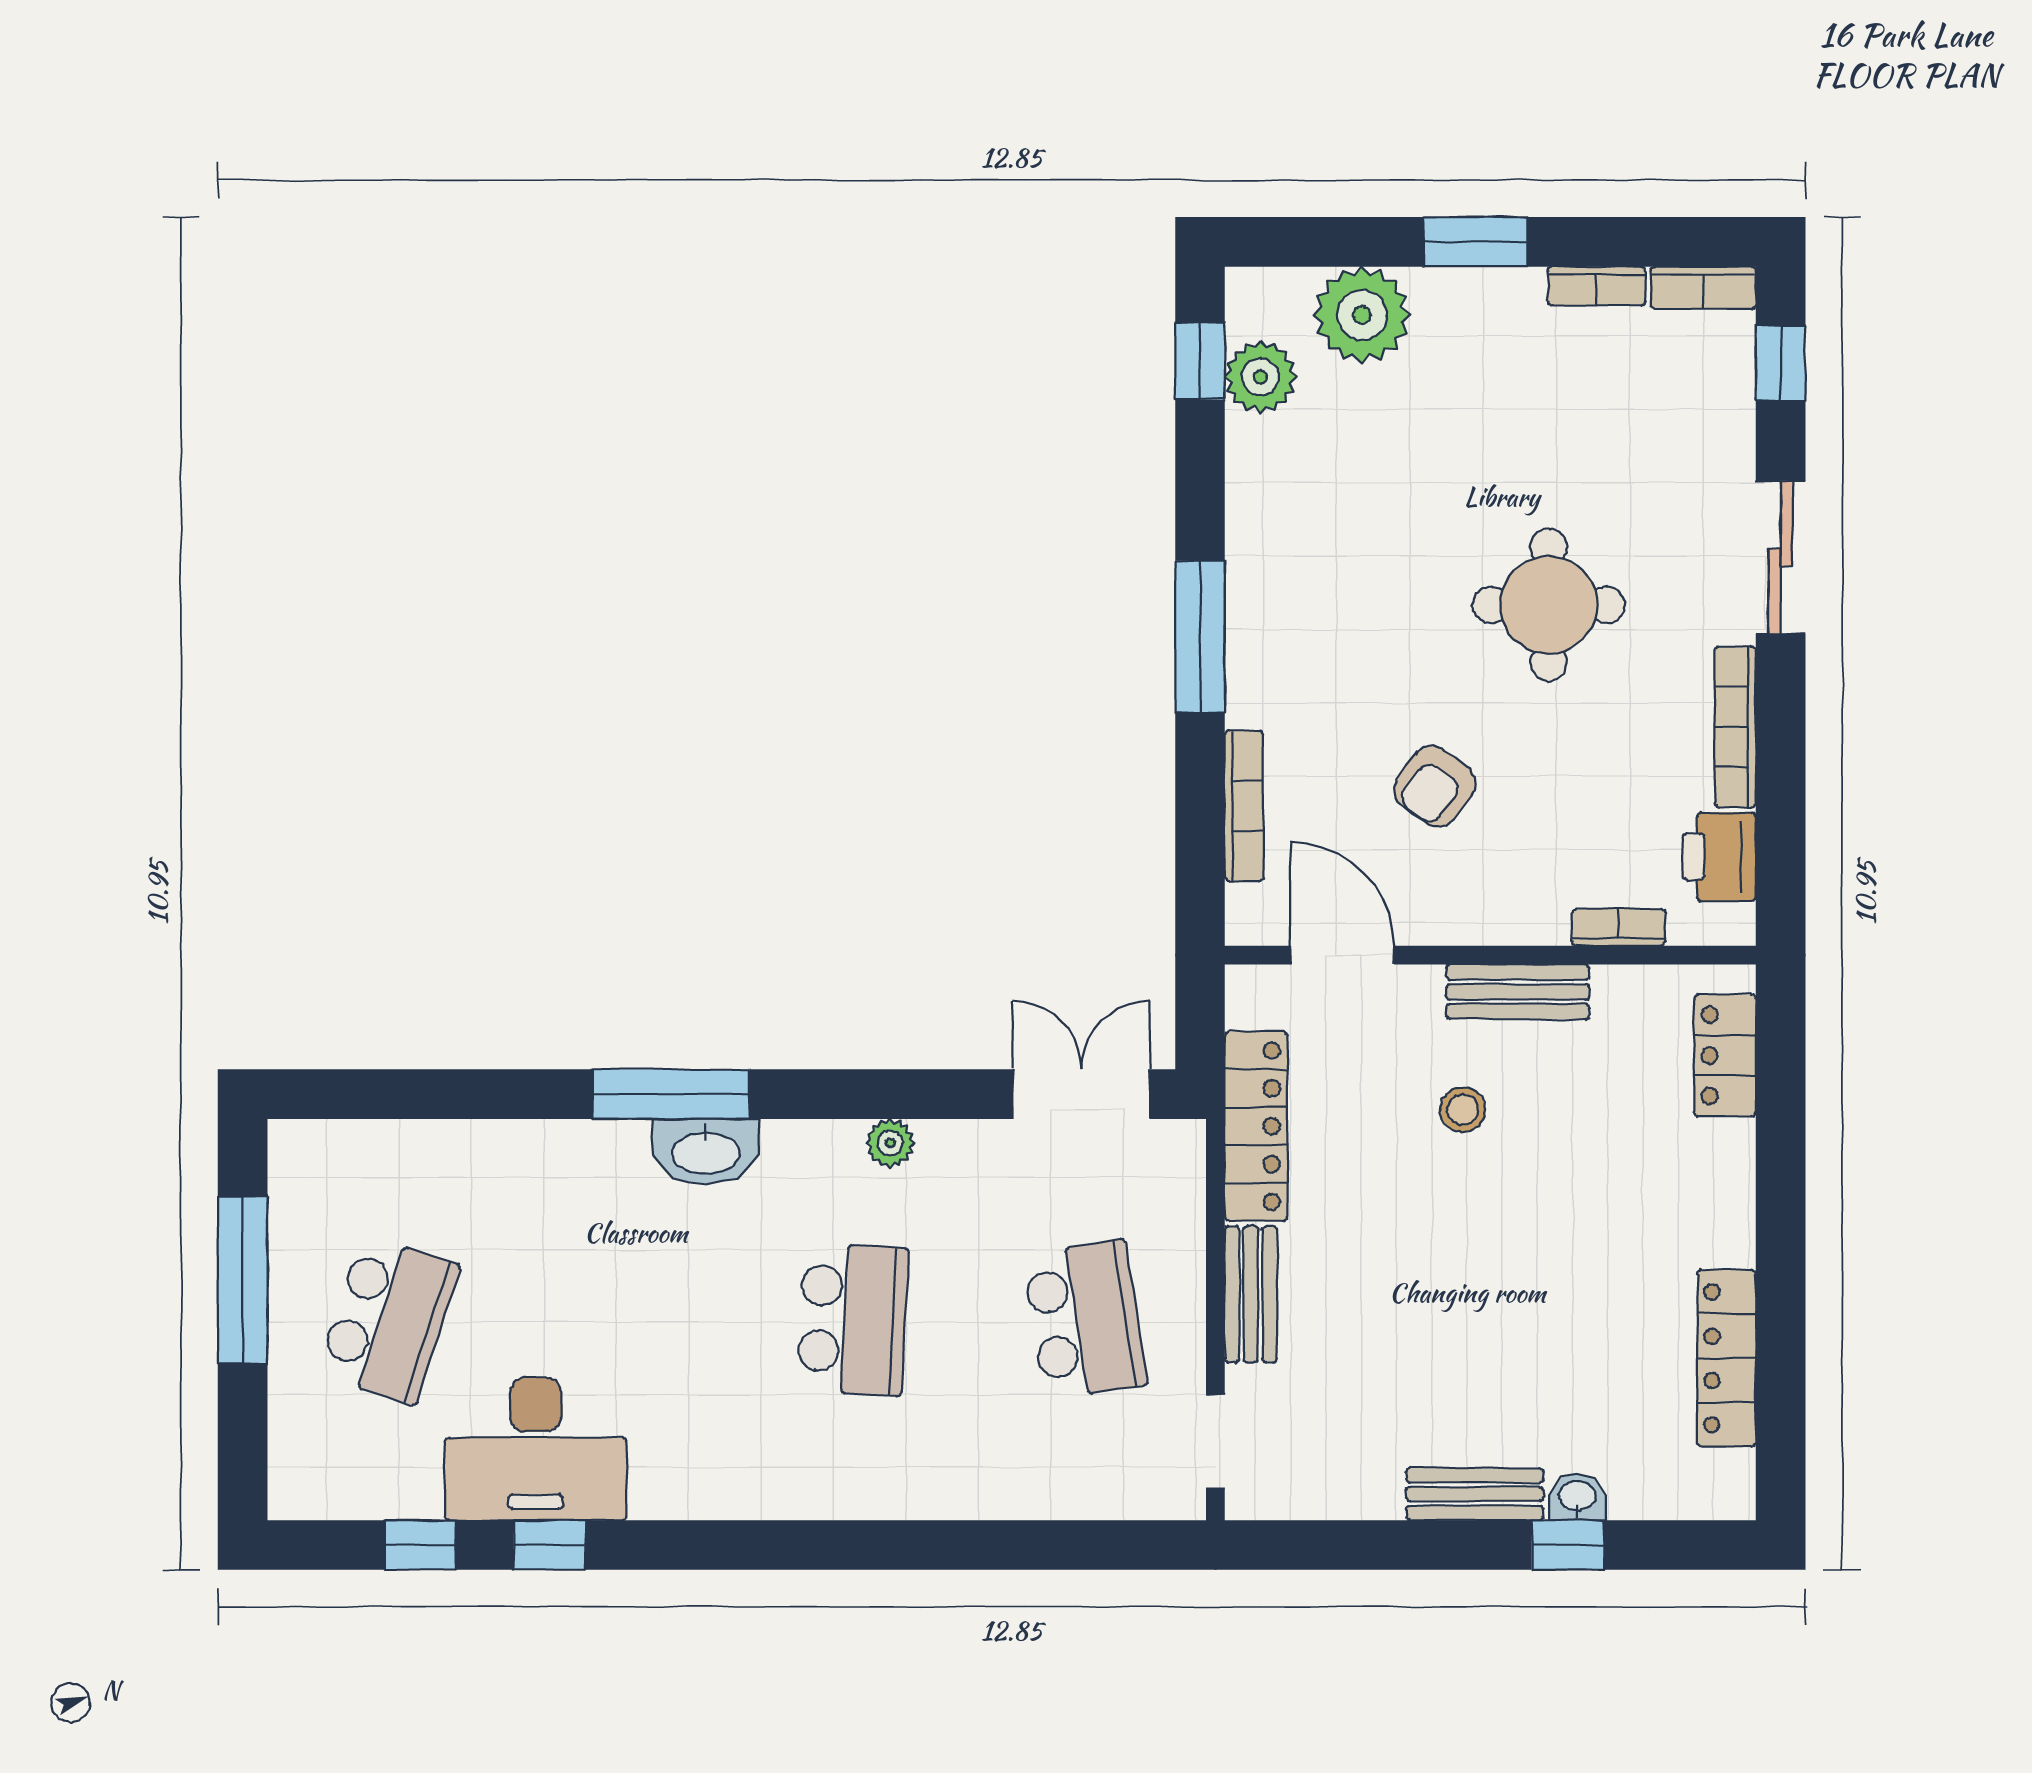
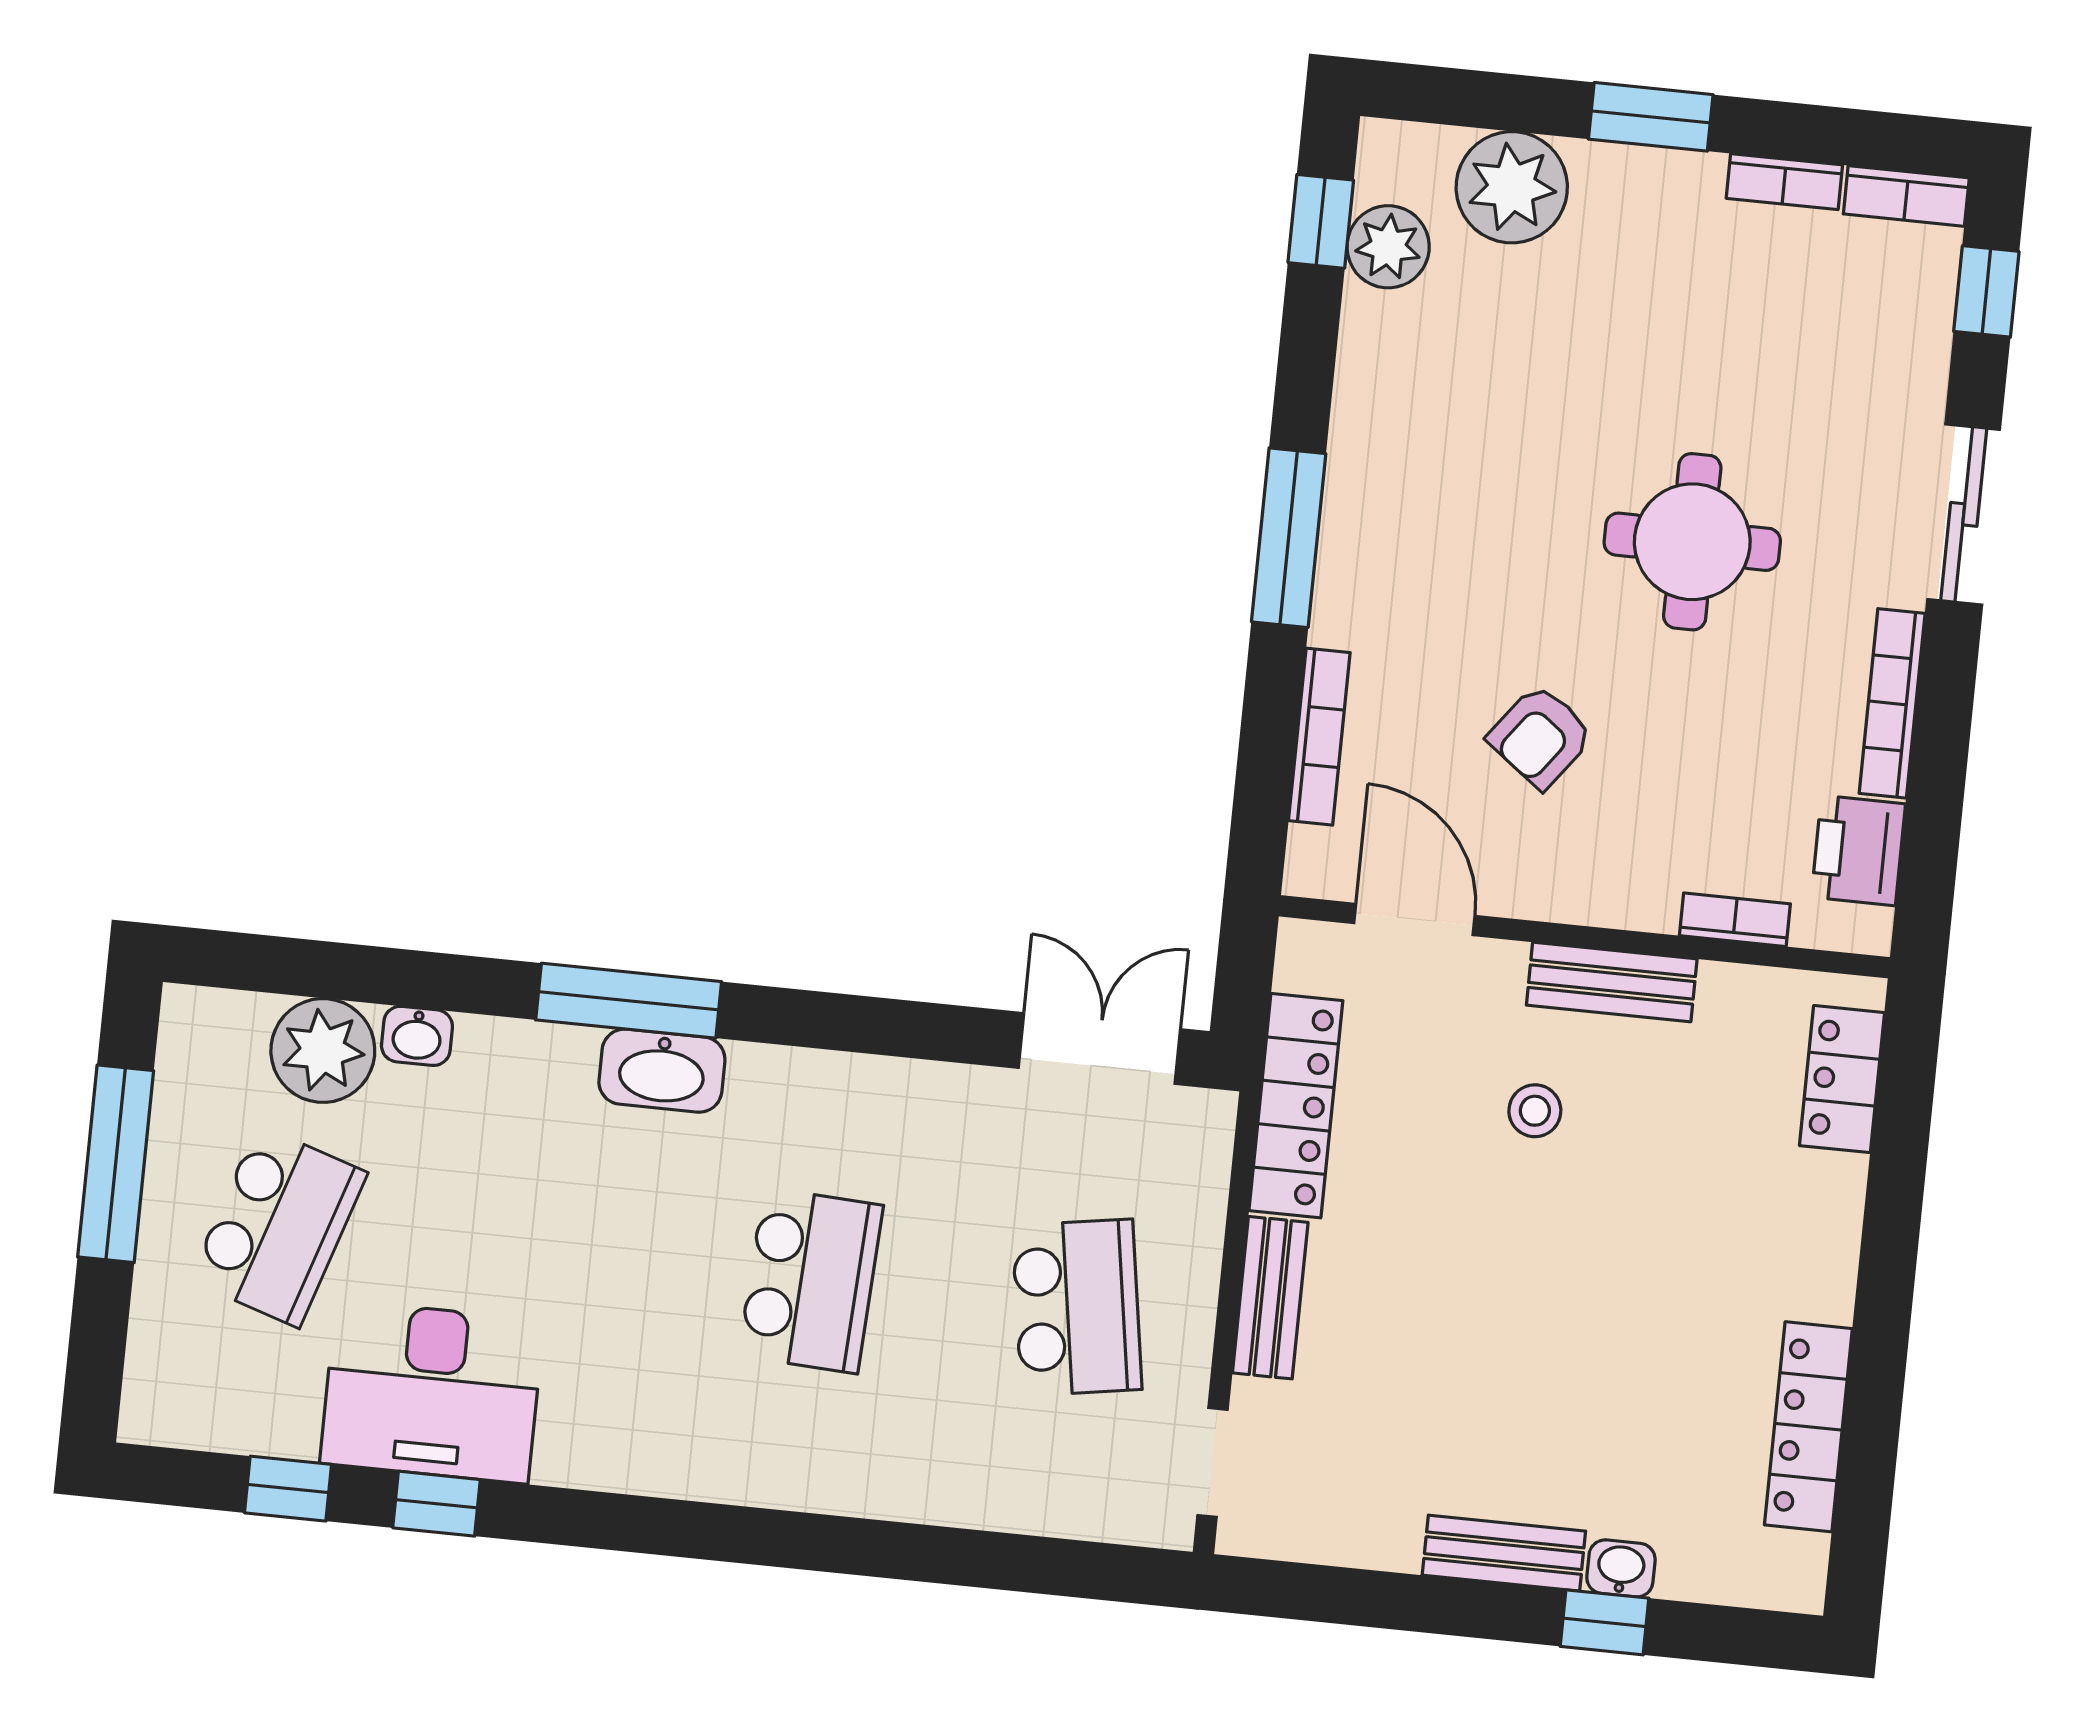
washbasin: (492, 1143) -> (417, 1036), added
plant: (890, 1143) -> (323, 1051), moved, width x1.88, depth x1.88

